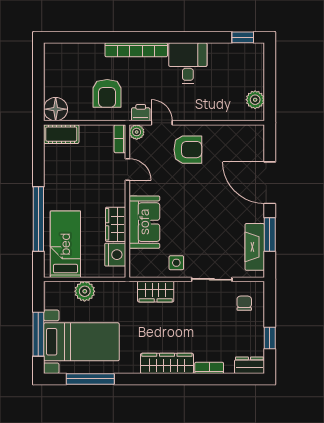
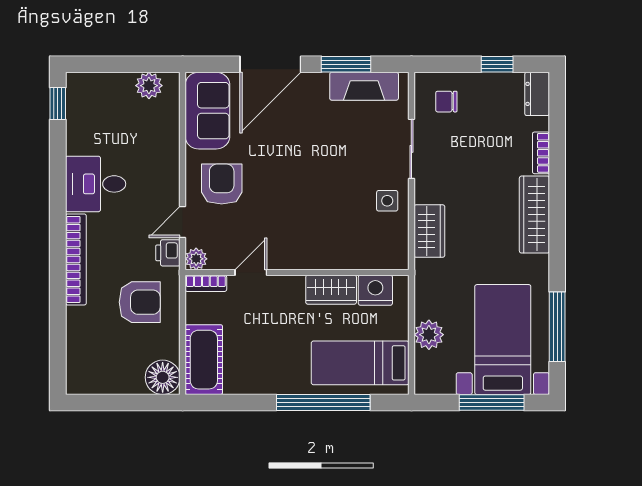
cot: (61, 134) -> (204, 360), width x1.37, depth x1.34
sofa: (144, 222) -> (207, 111), moved, turned 90

